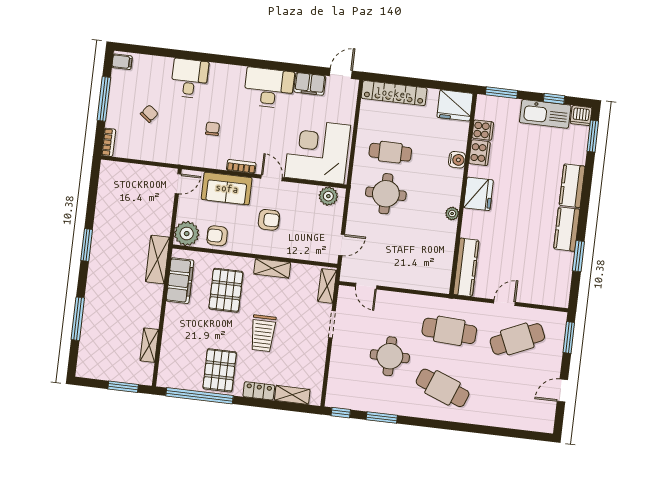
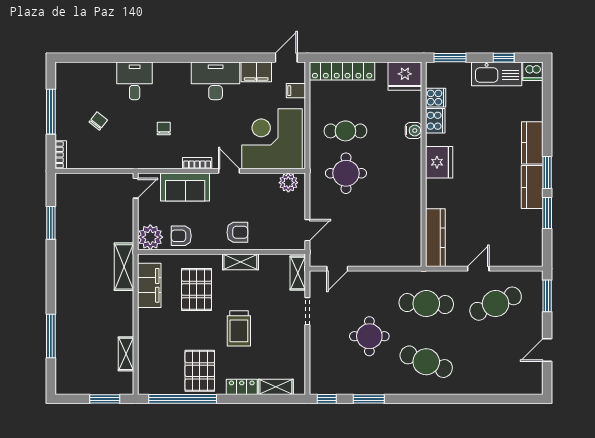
filing cabinet: (122, 62) -> (296, 91), moved, turned 180
window: (593, 136) -> (547, 172), moved
plant: (452, 214) -> (415, 185), removed
armchair: (269, 220) -> (237, 232), moved
window: (87, 245) -> (51, 223), moved
door: (366, 286) -> (337, 269), hinge flipped

